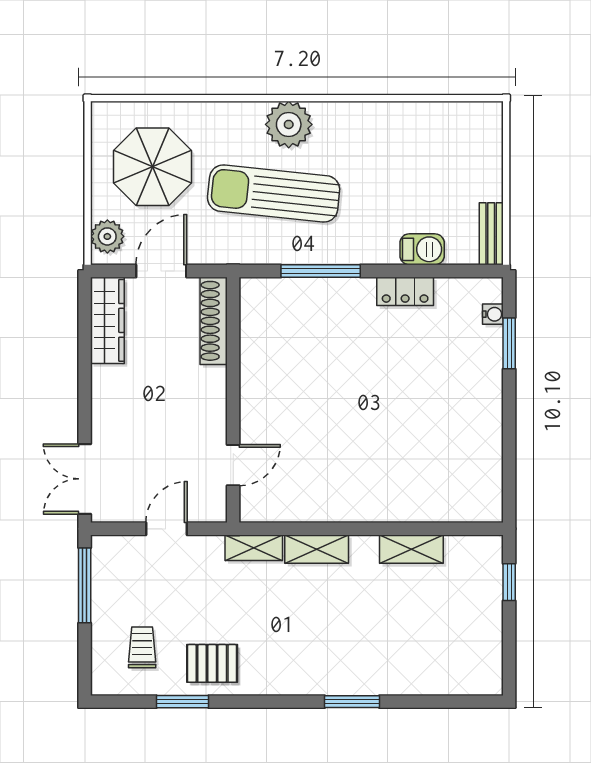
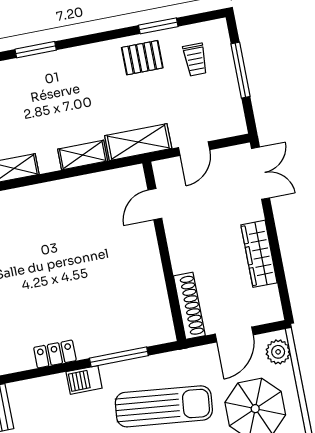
barbecue: (422, 249) -> (84, 380), moved
wardrobe: (107, 320) -> (259, 254), moved
shelving: (254, 548) -> (138, 142), width x1.50, depth x1.33
window: (85, 585) -> (240, 70), moved

